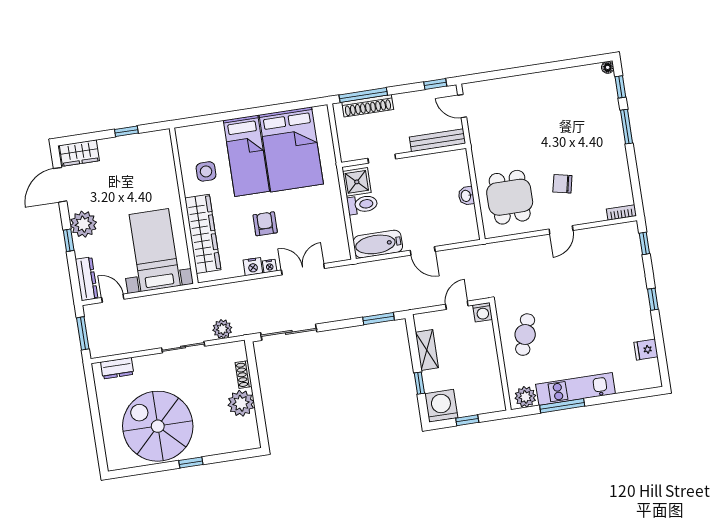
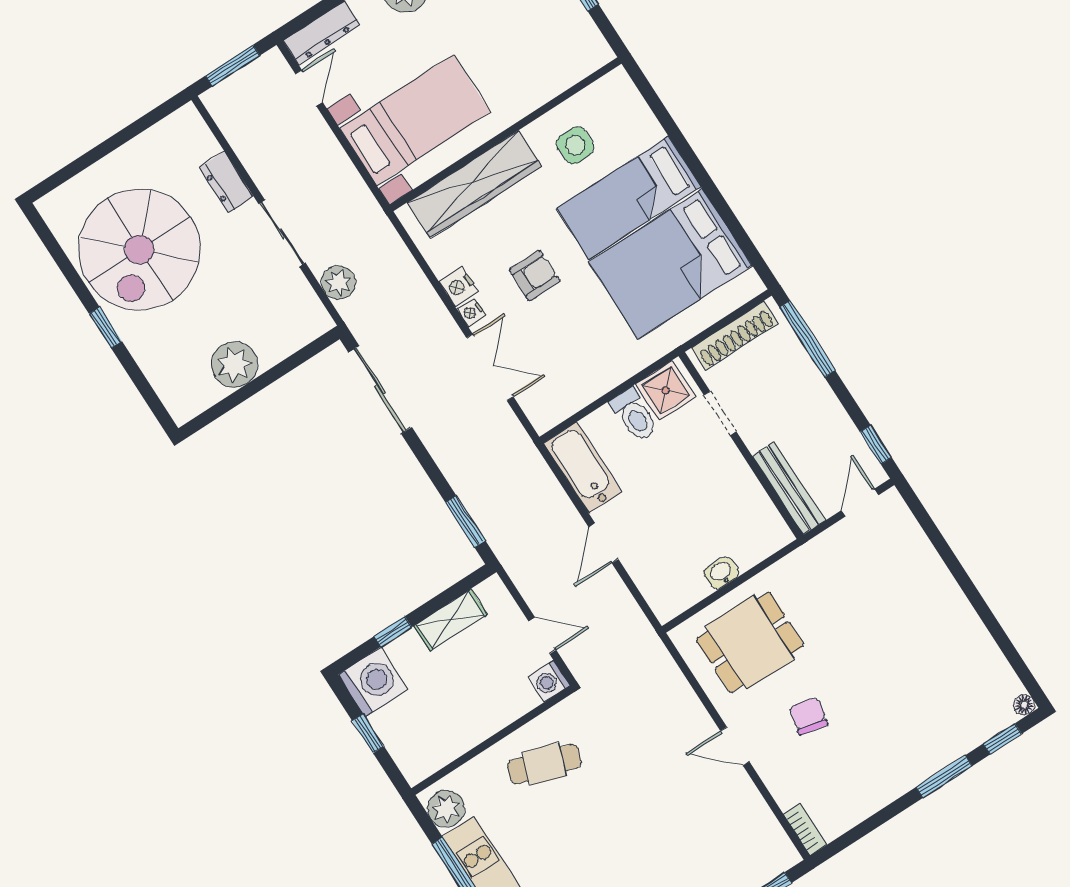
shoe rack: (368, 106) -> (735, 335), moved, turned -90
dresser: (117, 368) -> (226, 182), moved
shoe rack: (244, 375) -> (282, 348), removed
spiral stairs: (158, 426) -> (139, 250), turned 180

